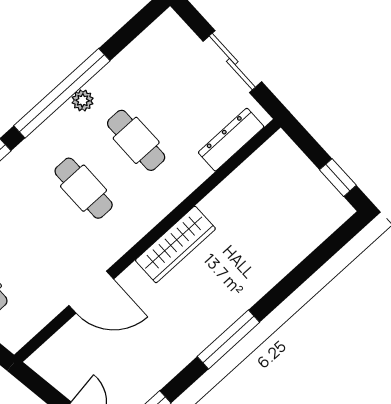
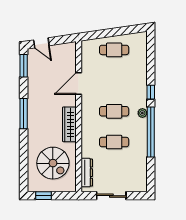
plant: (83, 100) -> (142, 113), moved
spiral stairs: (267, 212) -> (53, 163), added

